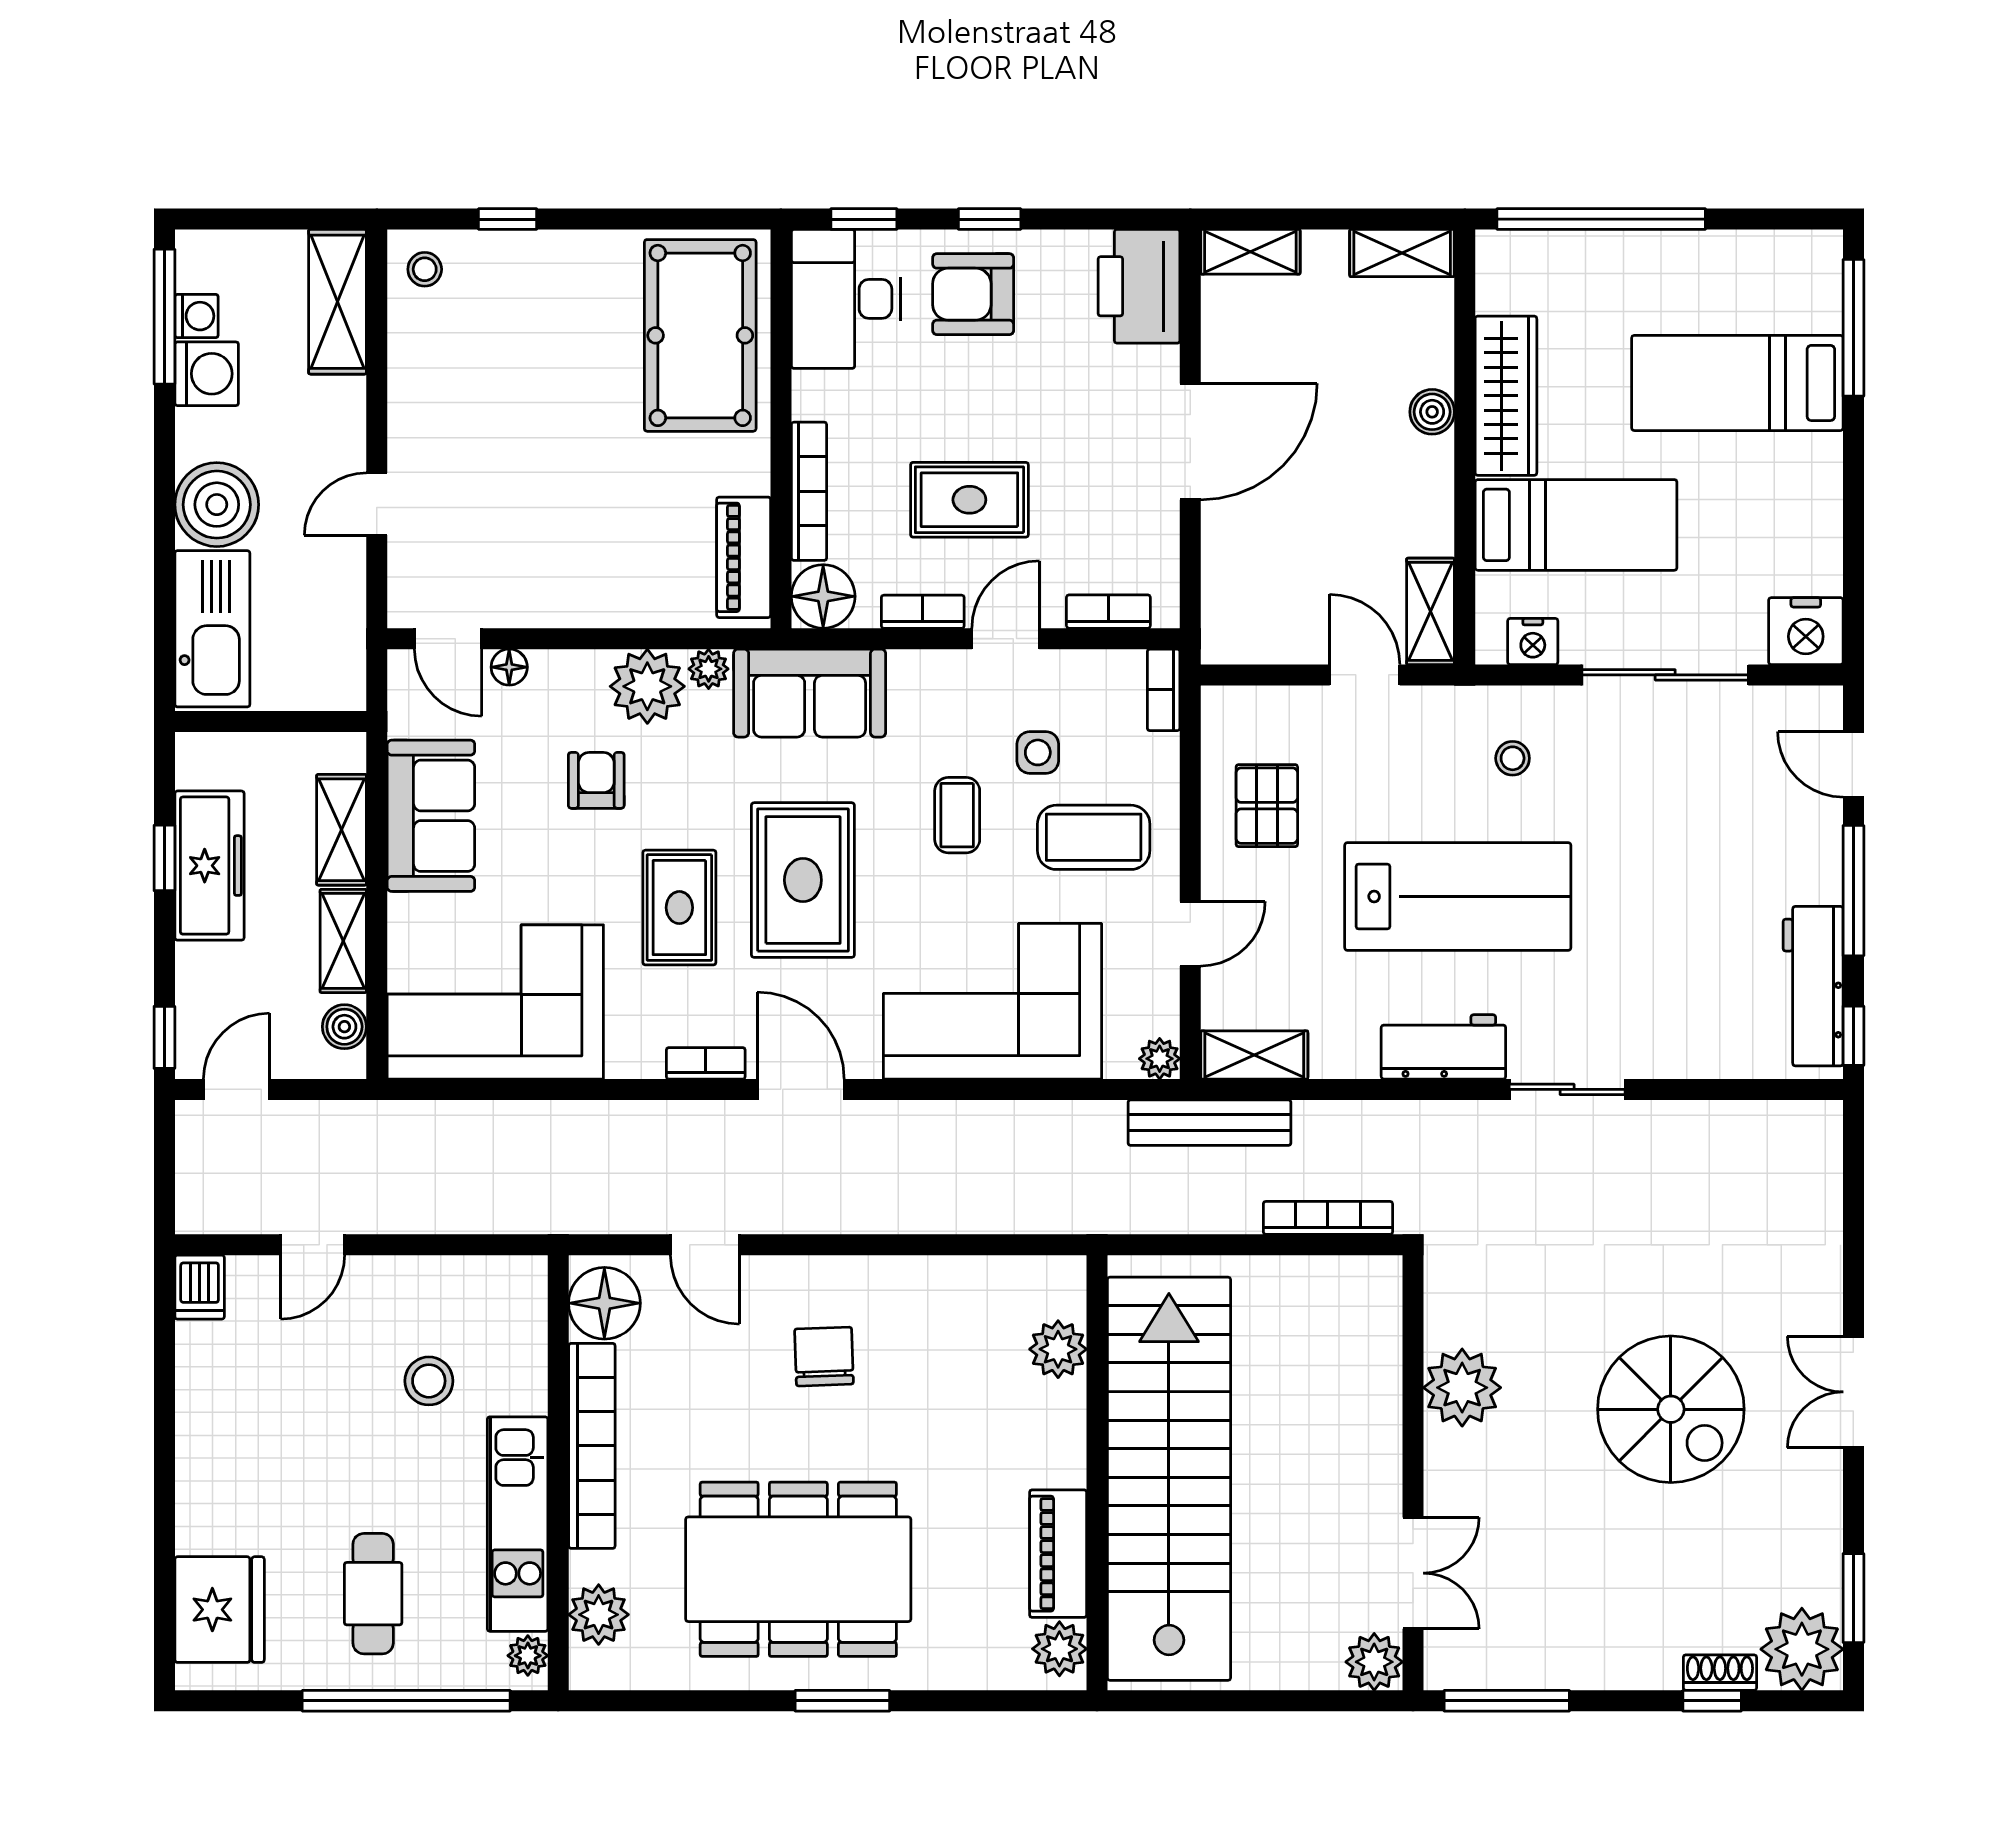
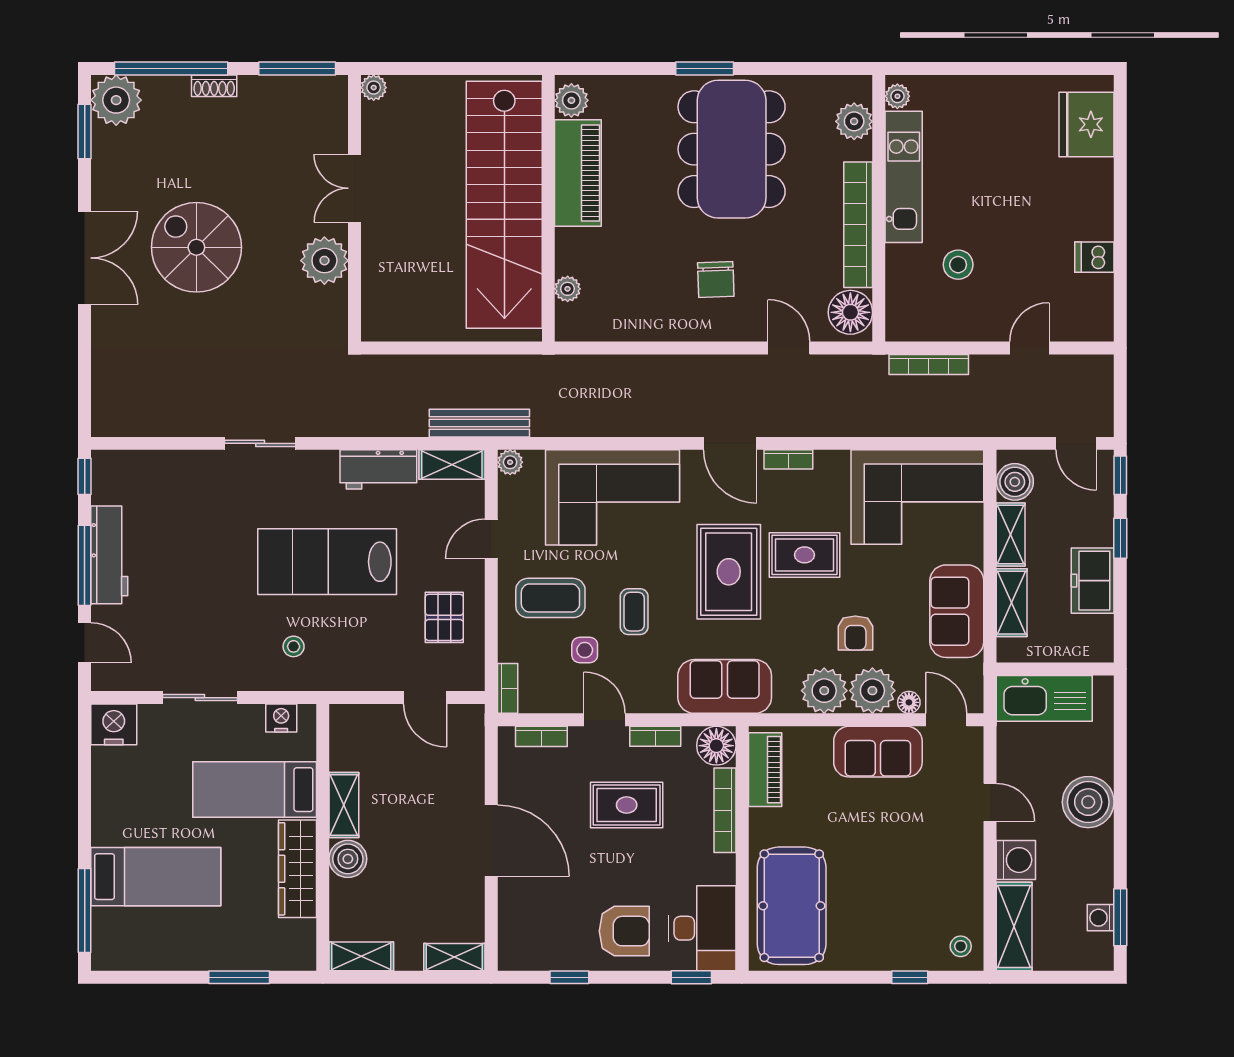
window: (990, 219) -> (569, 977), moved
window: (1601, 219) -> (239, 977), width x0.47
printer: (1139, 286) -> (523, 936), removed
window: (164, 317) -> (1120, 917), width x0.69
washing machine: (207, 374) -> (1016, 860), moved, turned 180
boiler: (1432, 412) -> (348, 859), width x1.36, depth x1.36
door: (1190, 442) -> (491, 841), swing flipped
door: (377, 504) -> (990, 802), hinge flipped
sofa: (560, 587) -> (878, 752), added
shelving: (1431, 611) -> (344, 805), moved
kitchen sink: (212, 629) -> (1044, 698), moved, turned -90
door: (1006, 639) -> (604, 720), swing flipped
plant: (709, 669) -> (872, 691), moved, width x1.88, depth x1.88
door: (1365, 675) -> (425, 698), moved
sliding door: (1665, 675) -> (200, 698), width x0.73
window: (164, 858) -> (1120, 538), moved
freezer: (209, 866) -> (1093, 581), width x0.71
rug: (679, 908) -> (804, 555), turned 90
workbench: (1813, 986) -> (109, 555), moved
boiler: (344, 1027) -> (1015, 482), width x1.36, depth x1.36
workbench: (1443, 1047) -> (378, 469), moved
door: (236, 1089) -> (1076, 443), hinge flipped
bookcase: (1328, 1218) -> (929, 365), moved
dishwasher: (200, 1287) -> (1094, 257), moved, turned -90
plant: (1058, 1349) -> (568, 289), width x0.73, depth x0.73
double door: (1853, 1392) -> (85, 258), width x1.37
piano: (1058, 1554) -> (578, 173), width x1.37, depth x1.33
dining table: (798, 1569) -> (732, 149), turned 90
double door: (1413, 1573) -> (355, 188), moved
cafe table: (373, 1594) -> (992, 134), removed
plant: (1374, 1662) -> (374, 88), width x0.73, depth x0.73
shoe rack: (1720, 1673) -> (214, 86), moved
window: (406, 1701) -> (972, 68), removed
window: (1712, 1701) -> (171, 68), width x3.17

